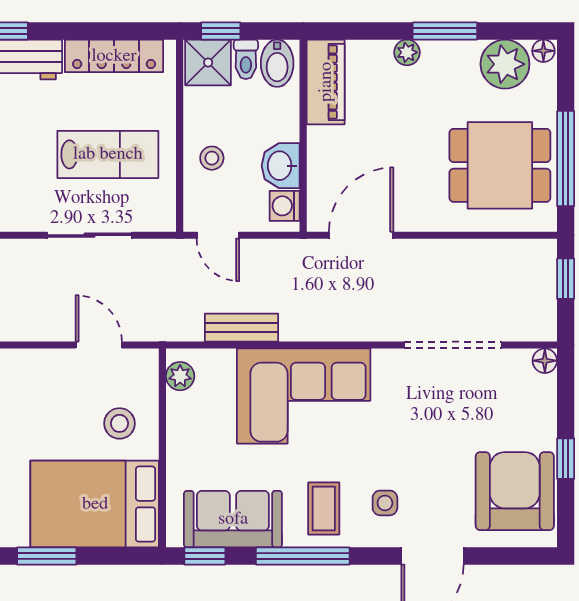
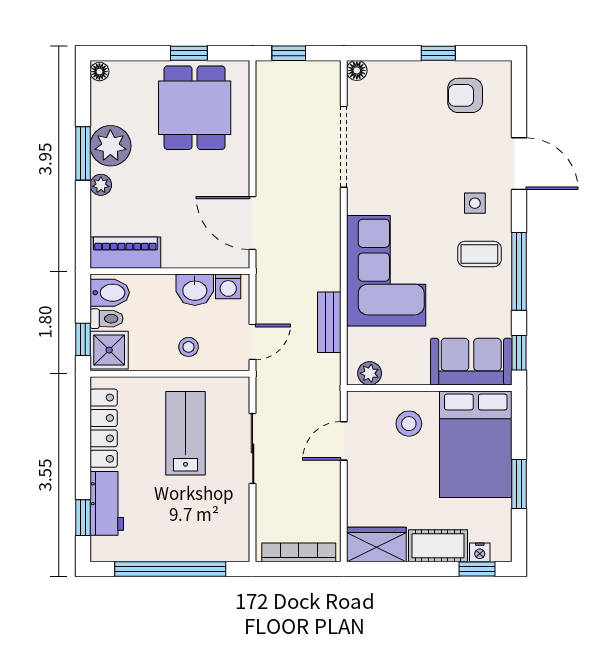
plant: (505, 64) -> (110, 146), moved
window: (566, 159) -> (189, 53), width x0.46
armchair: (515, 491) -> (465, 95), width x0.53, depth x0.53
sofa: (233, 519) -> (471, 362), moved, turned 90

